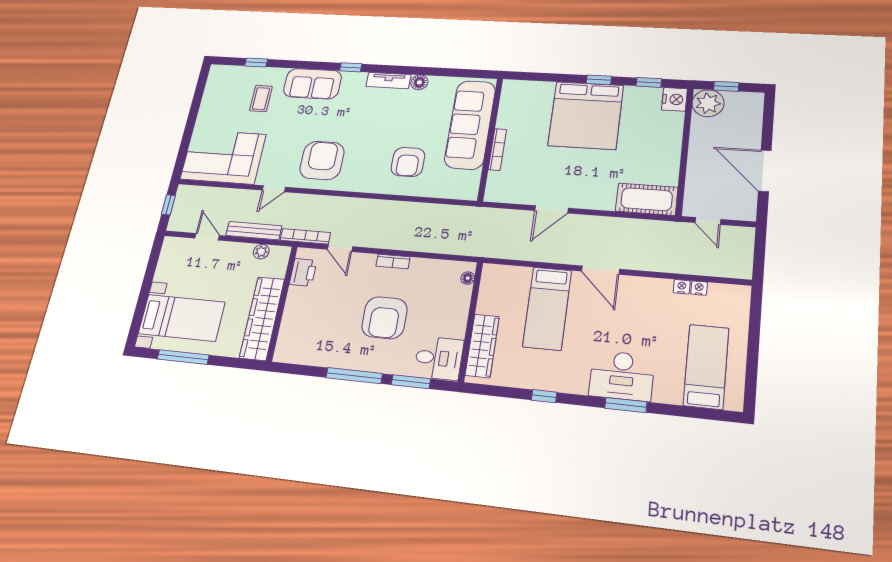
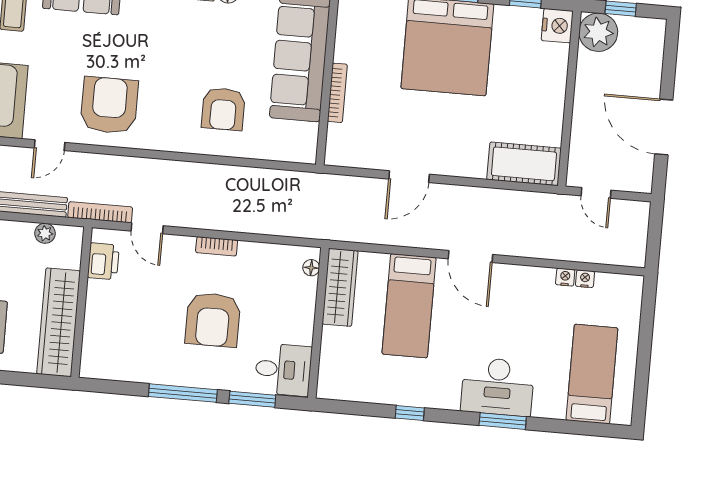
wardrobe: (482, 346) -> (340, 287), moved

